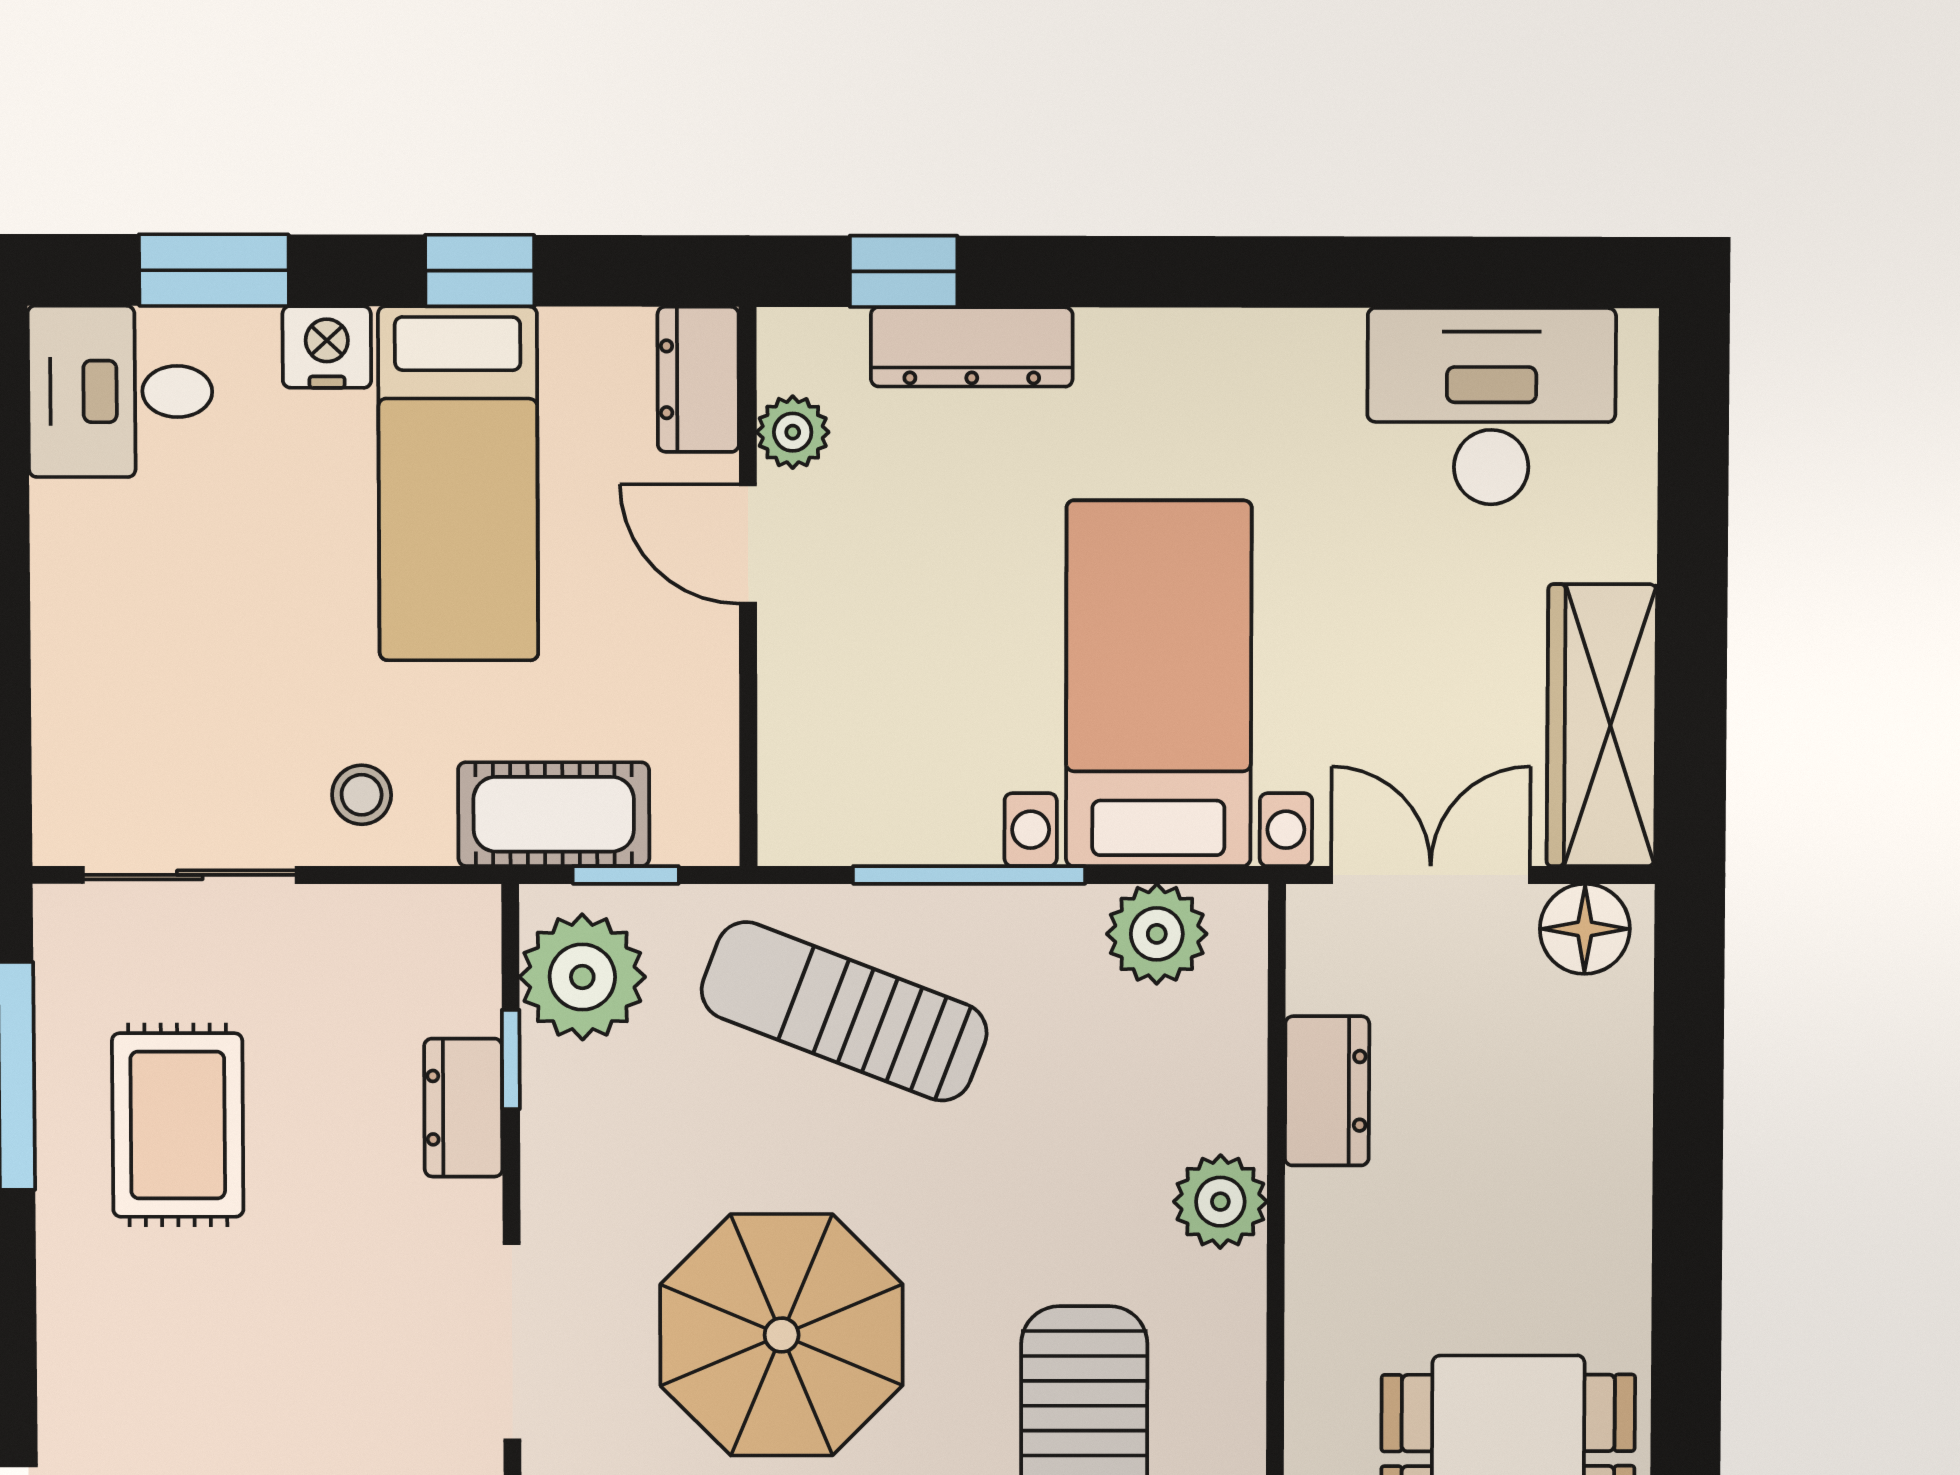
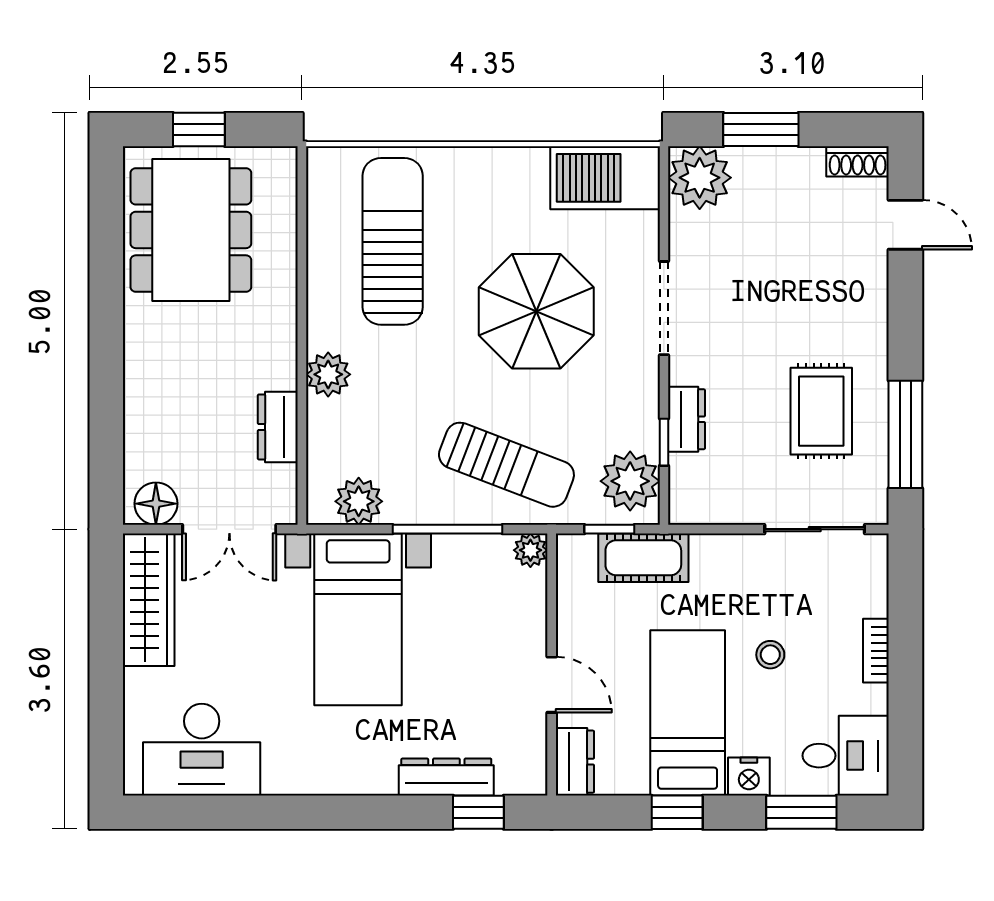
plant: (793, 432) -> (530, 550), moved
bookcase: (58, 616) -> (876, 651), added
stool: (362, 795) -> (770, 655), moved

